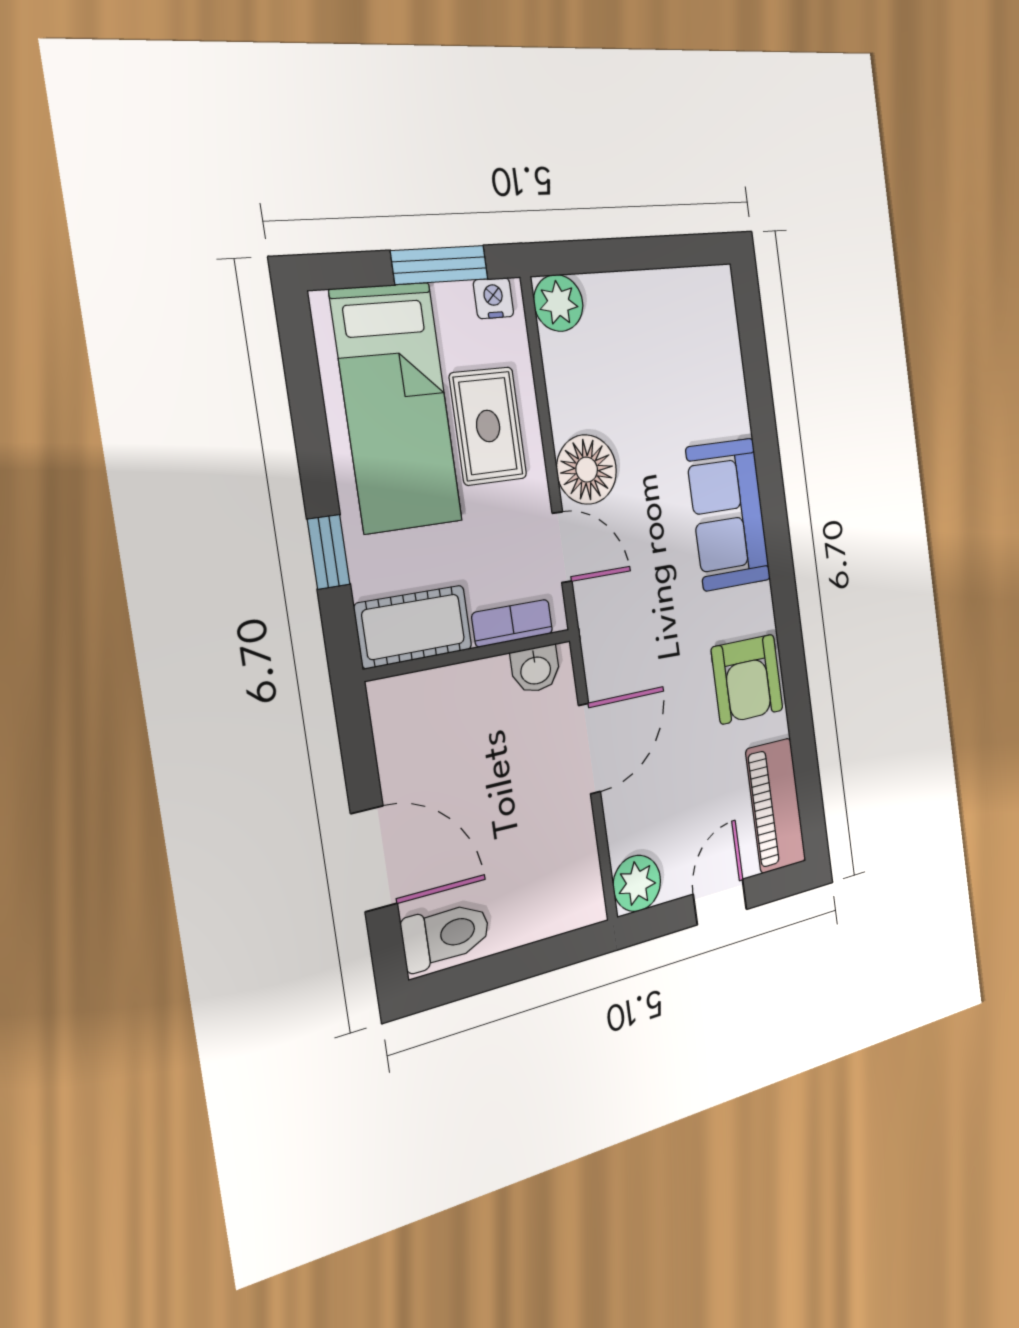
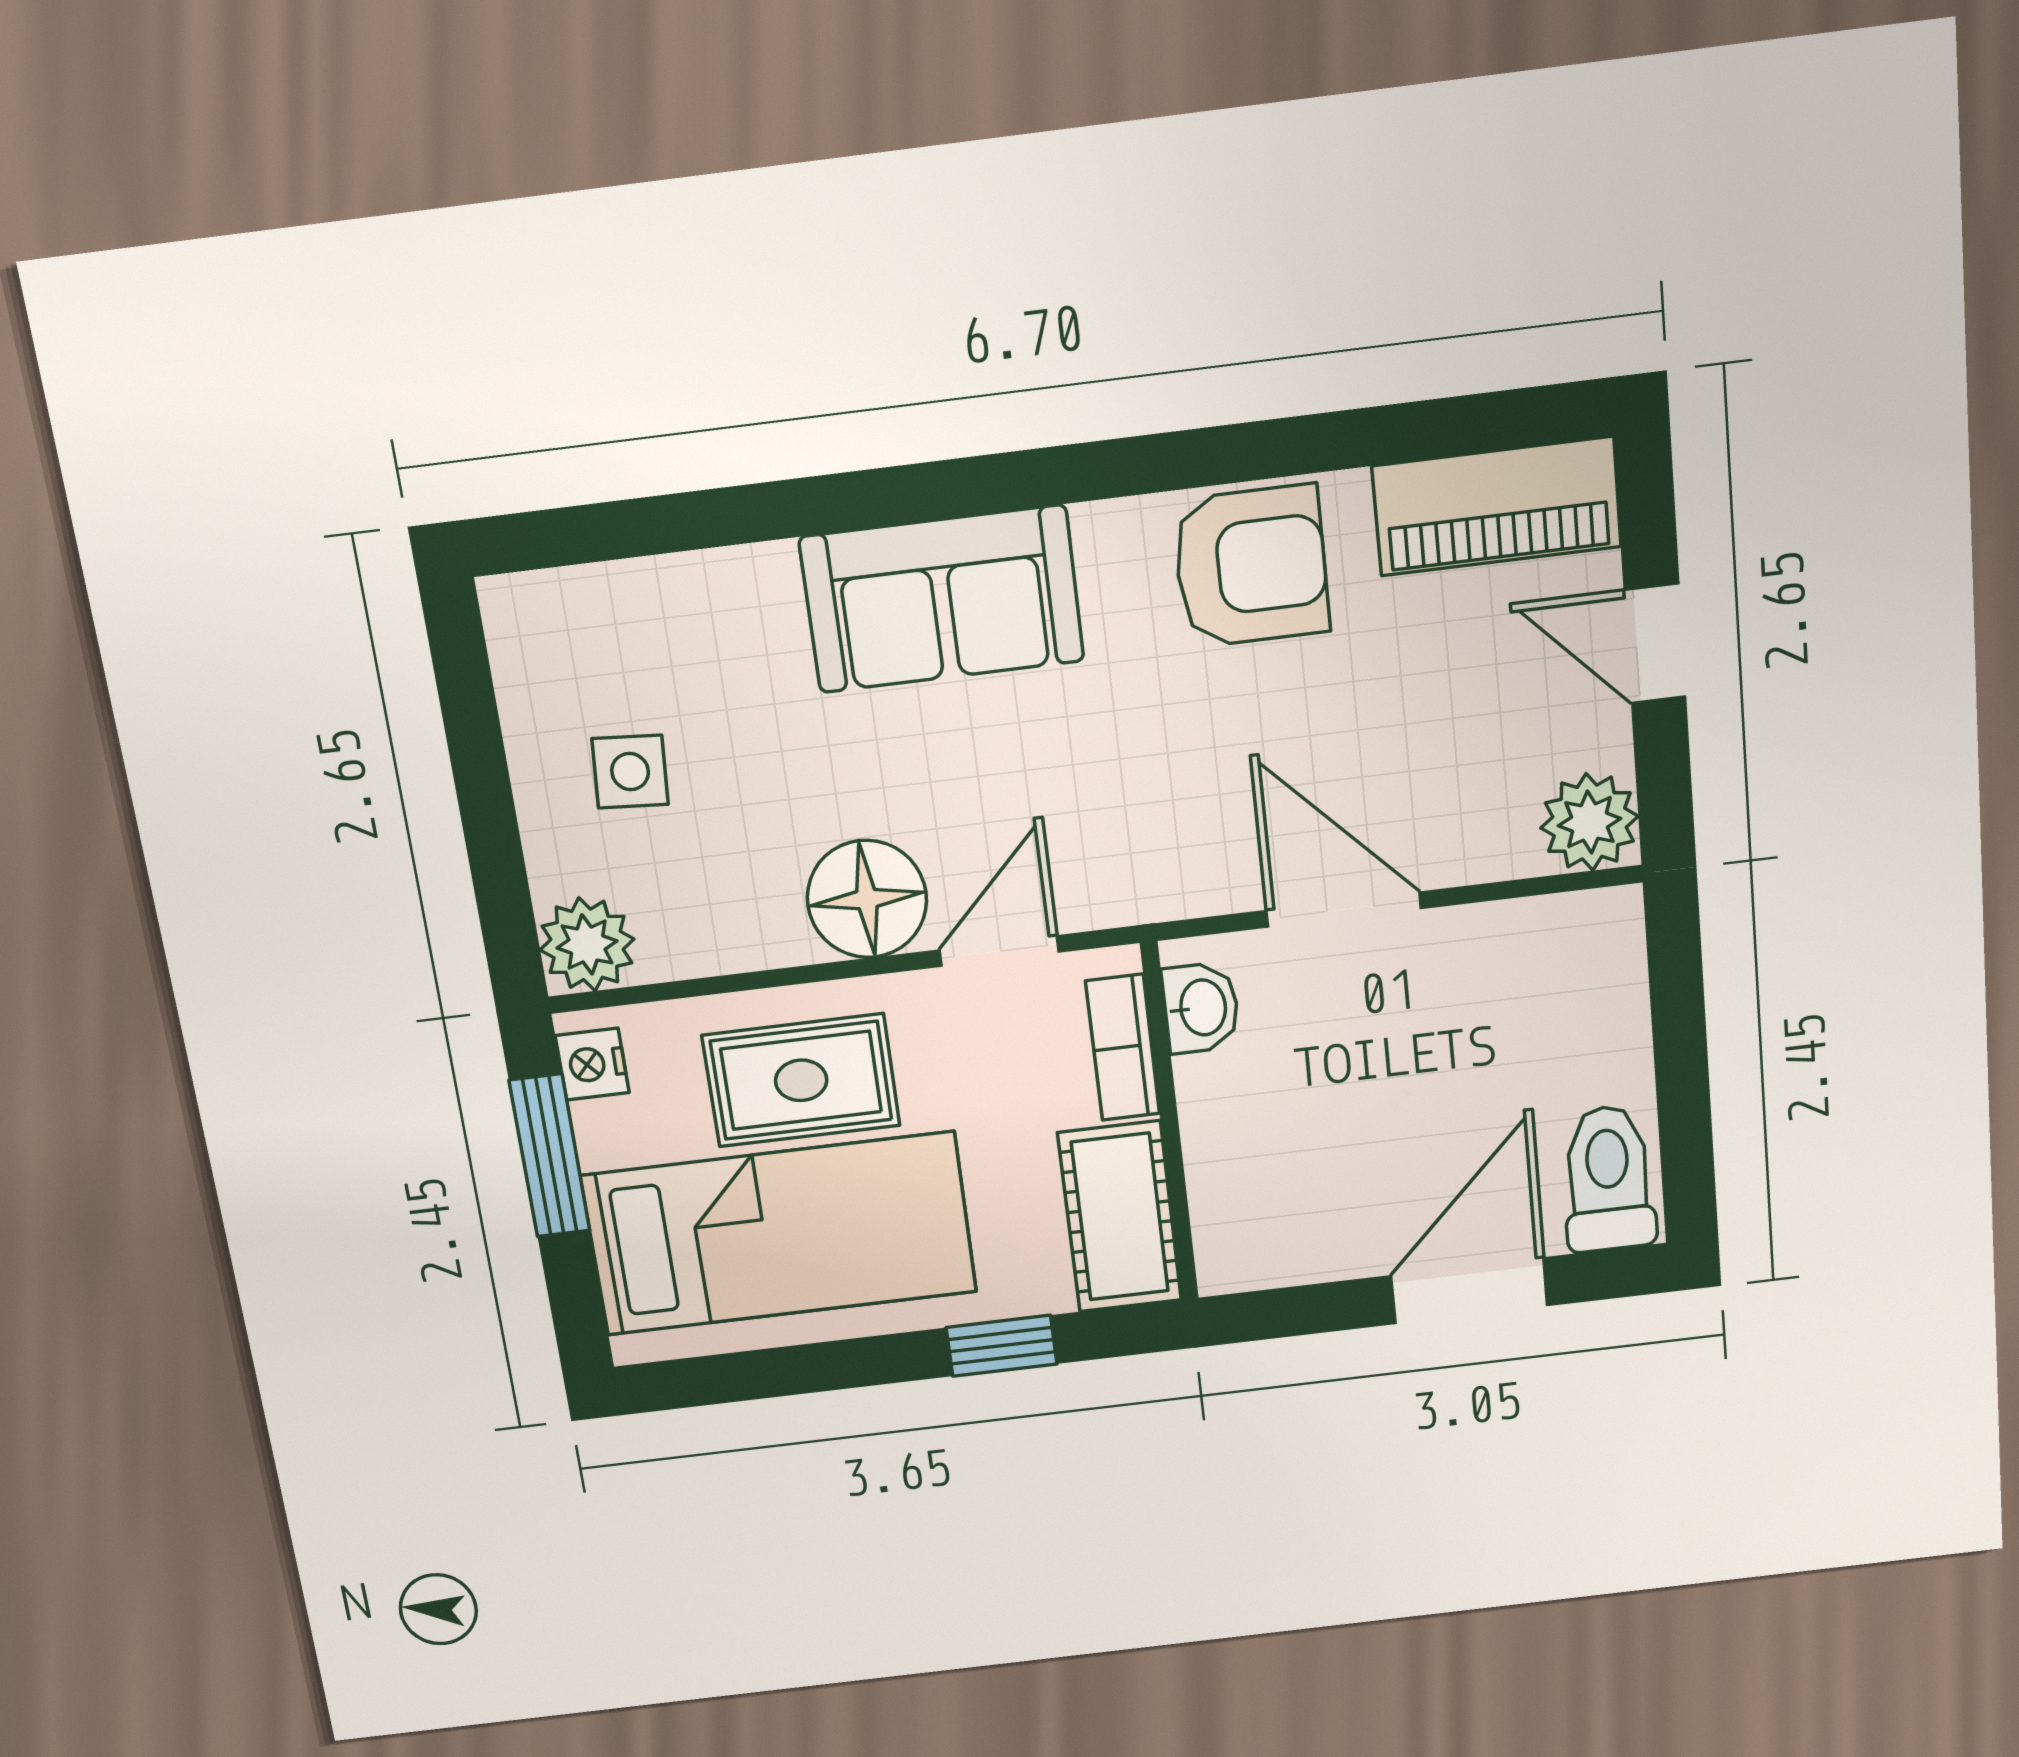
side table: (645, 338) -> (630, 772), added

